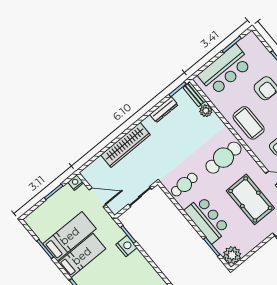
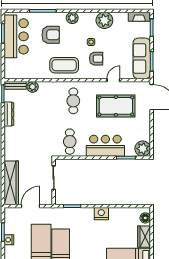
bar counter: (225, 70) -> (16, 36), moved
wardrobe: (126, 145) -> (11, 183), moved
cafe table: (223, 158) -> (73, 101), width x0.73, depth x0.74
nightstand: (76, 183) -> (9, 240), moved
nightstand: (126, 246) -> (101, 214), moved

